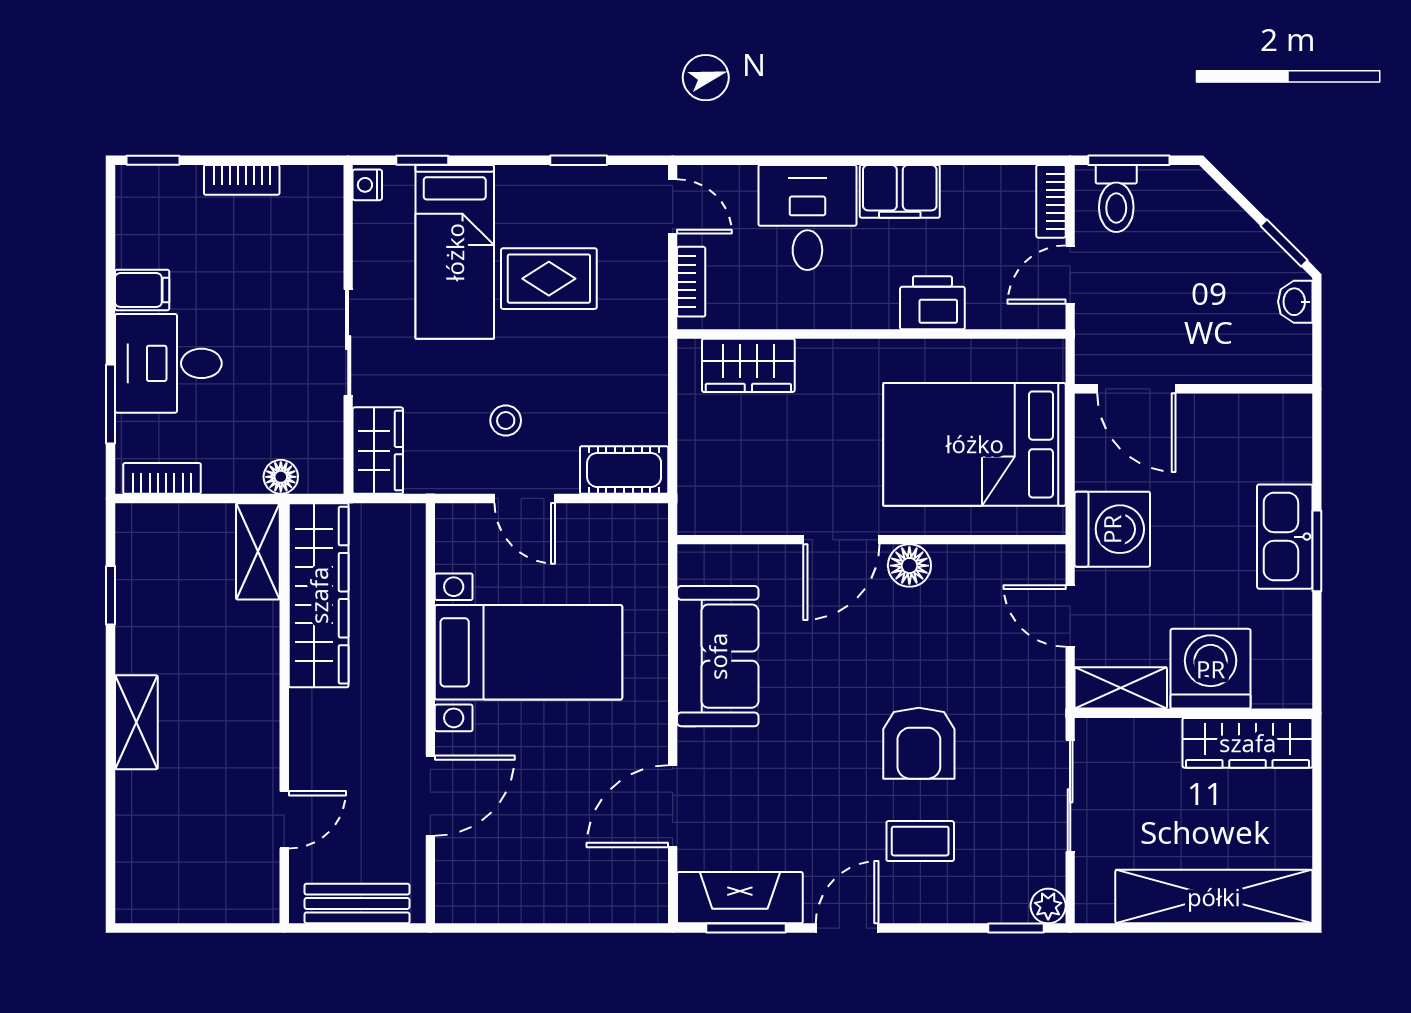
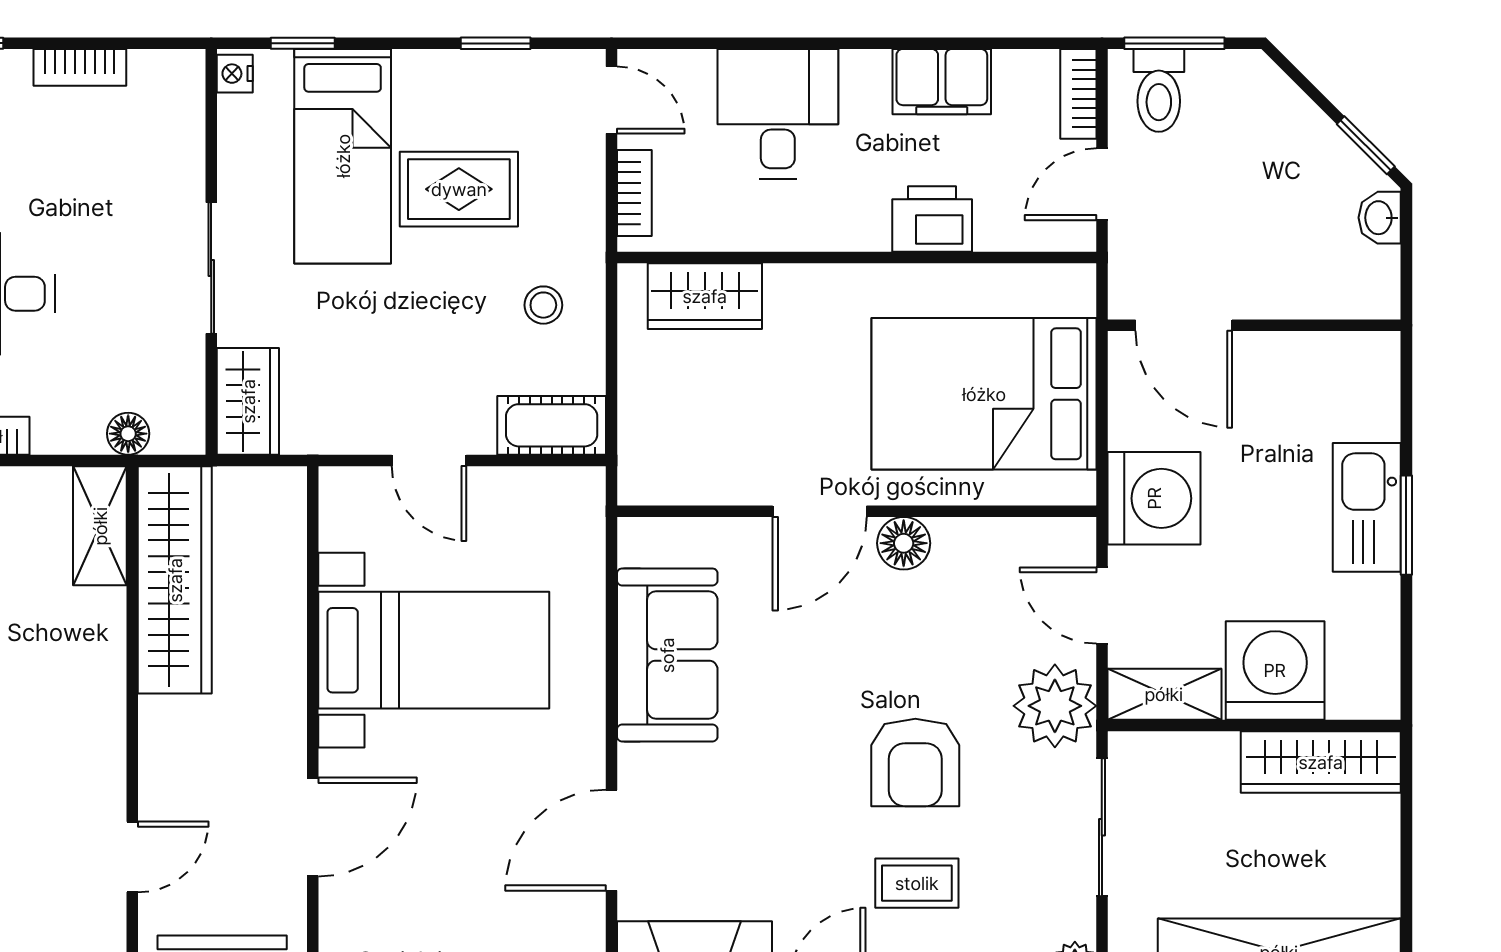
filing cabinet: (900, 191) -> (942, 82), moved
stool: (506, 421) -> (543, 305), moved
plant: (1032, 697) -> (1055, 706), added

